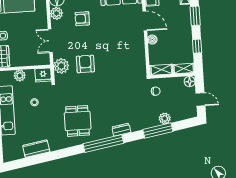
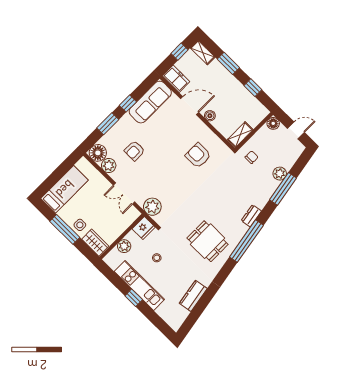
armchair: (85, 64) -> (198, 156), moved
shelving: (184, 69) -> (258, 117), removed

